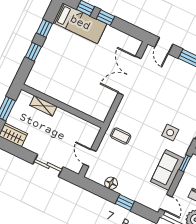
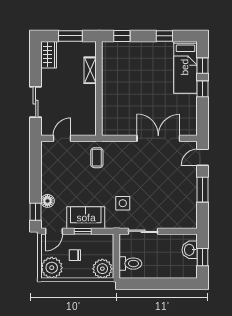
window: (33, 52) -> (122, 36), moved
window: (185, 163) -> (83, 231), moved
floor lamp: (111, 183) -> (47, 201), moved
window: (125, 203) -> (36, 212), moved

